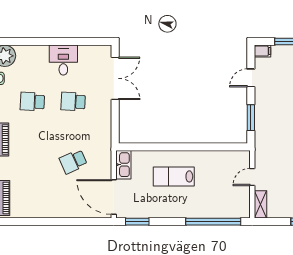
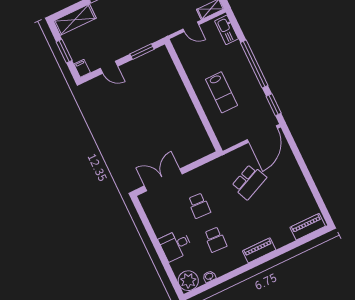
desk: (63, 60) -> (176, 245), moved
school desk: (73, 162) -> (249, 182), width x1.85
kitchen sink: (123, 165) -> (227, 30), moved, turned -90
window: (213, 222) -> (254, 64), moved

